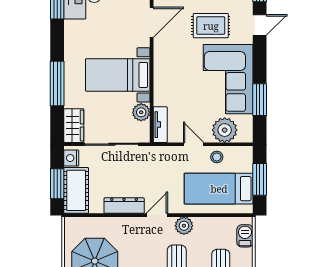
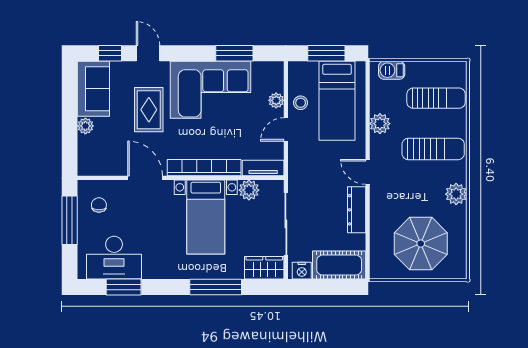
bookcase: (161, 73) -> (204, 168), added
plant: (225, 130) -> (276, 100), width x0.53, depth x0.53
window: (57, 184) -> (331, 287), removed
plant: (184, 226) -> (380, 124), moved

